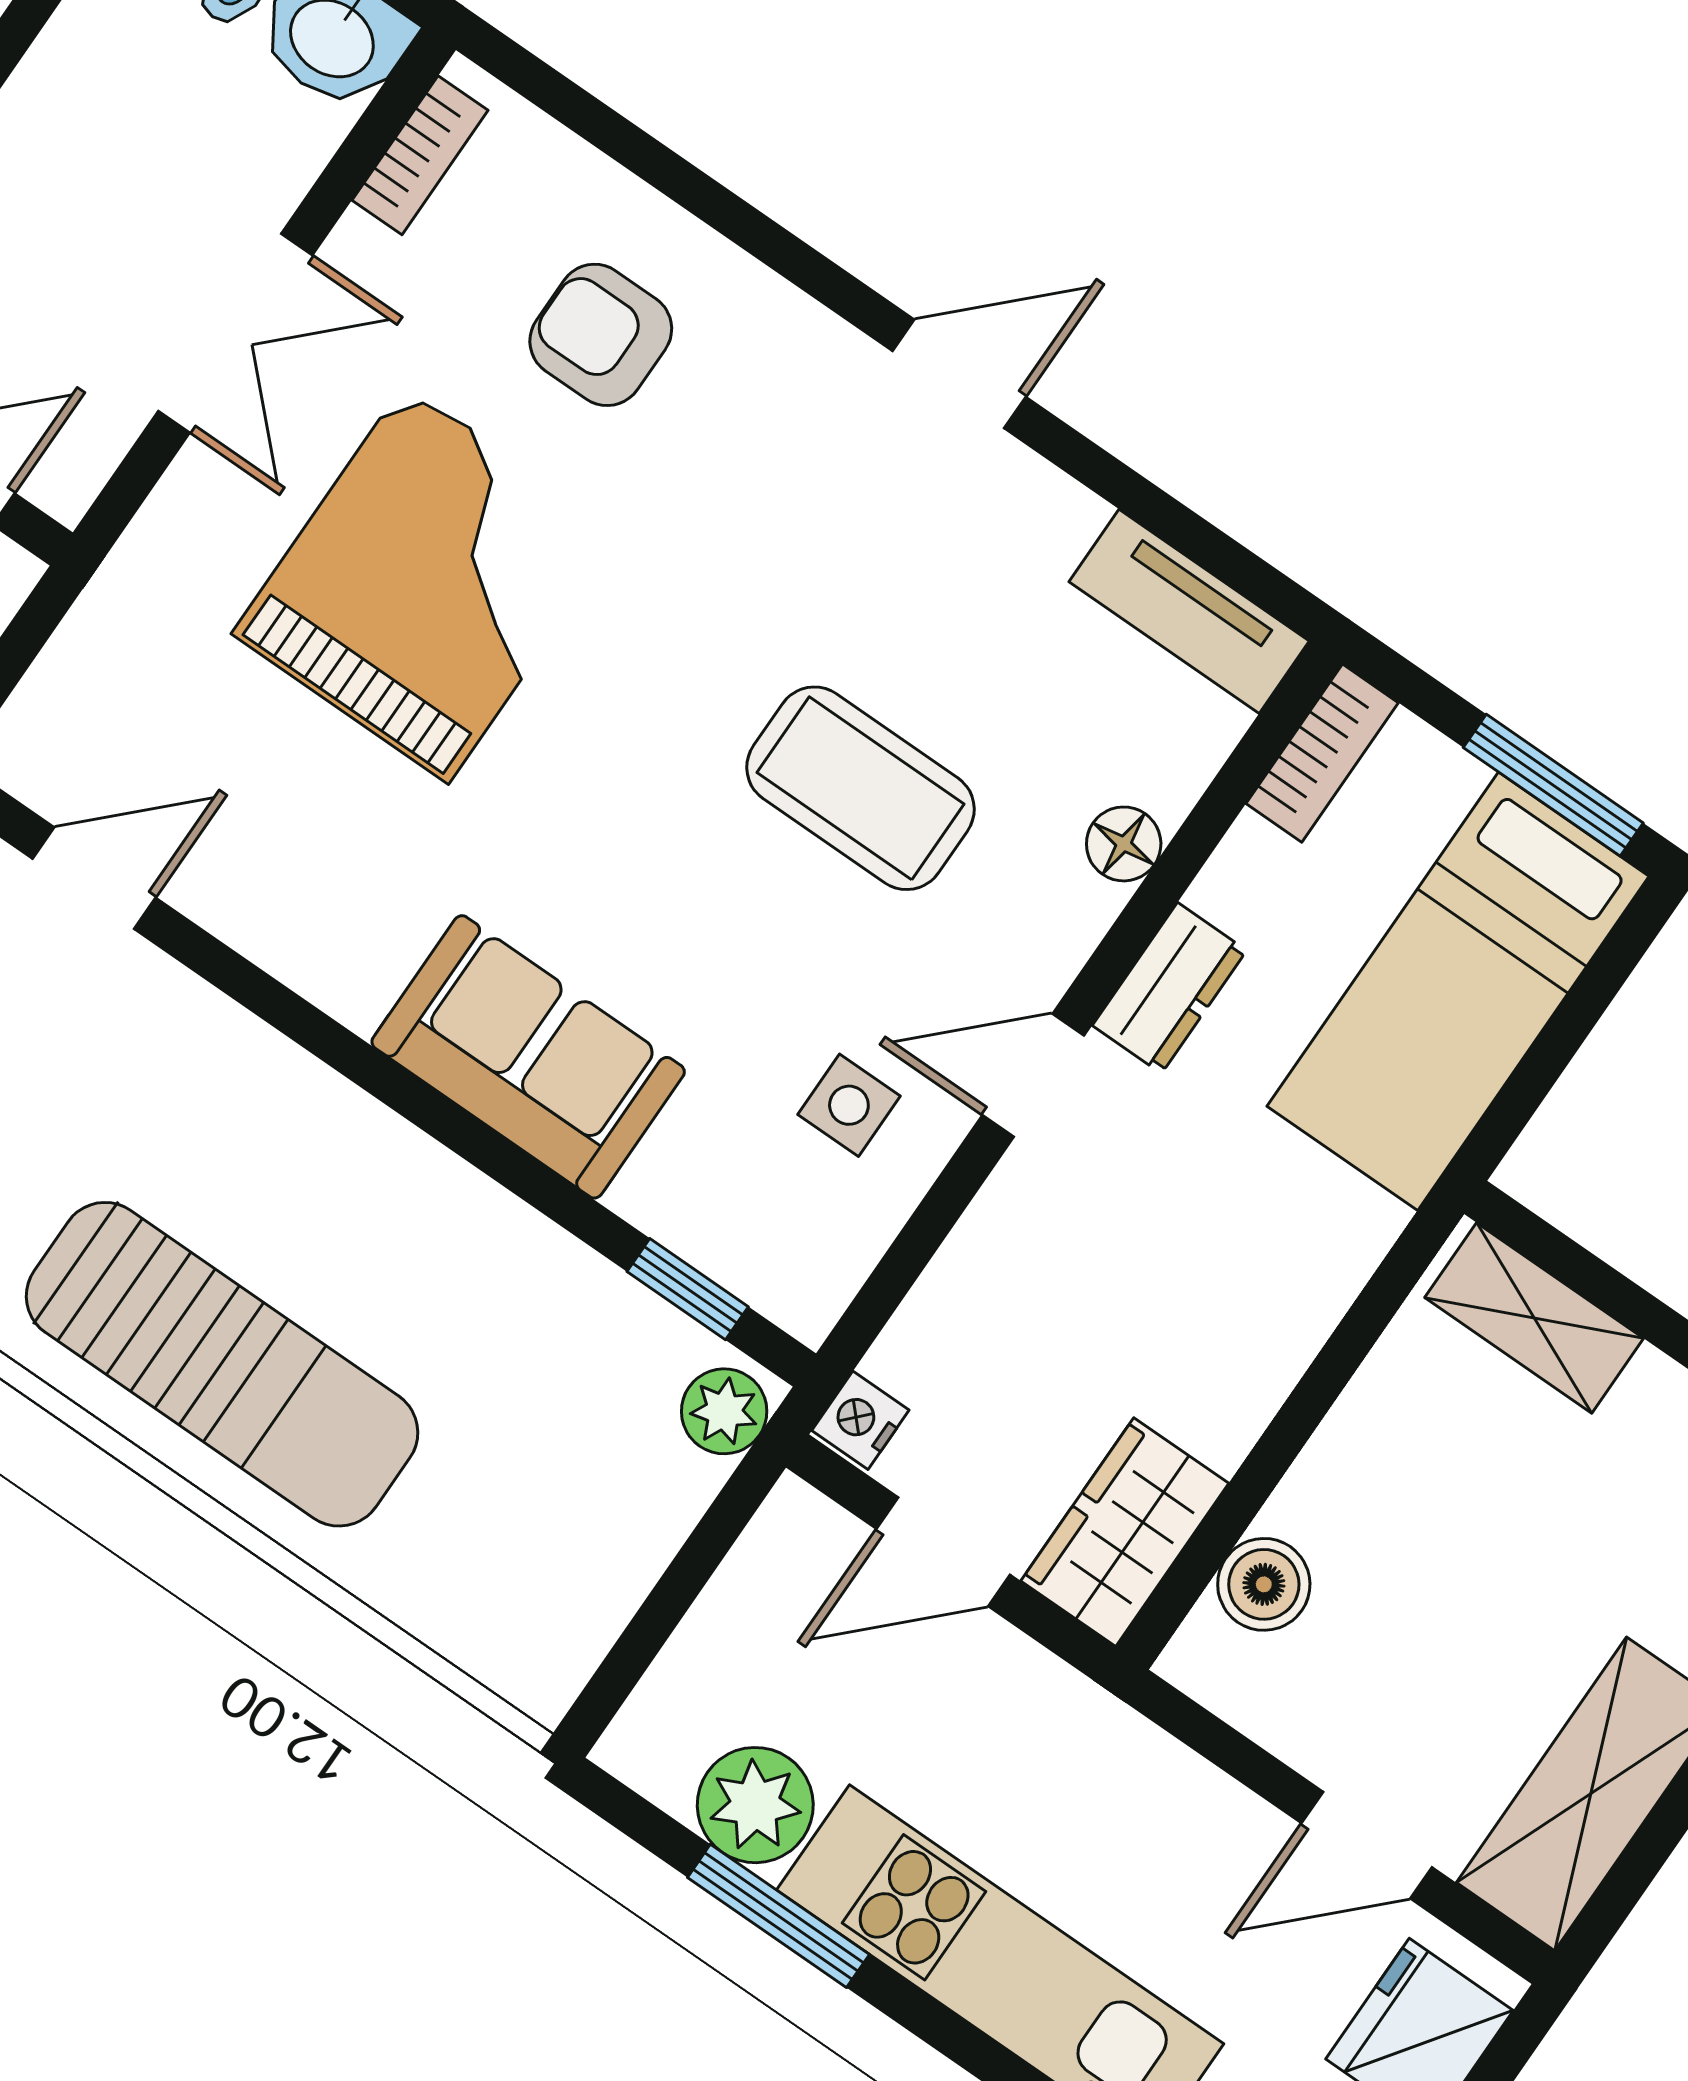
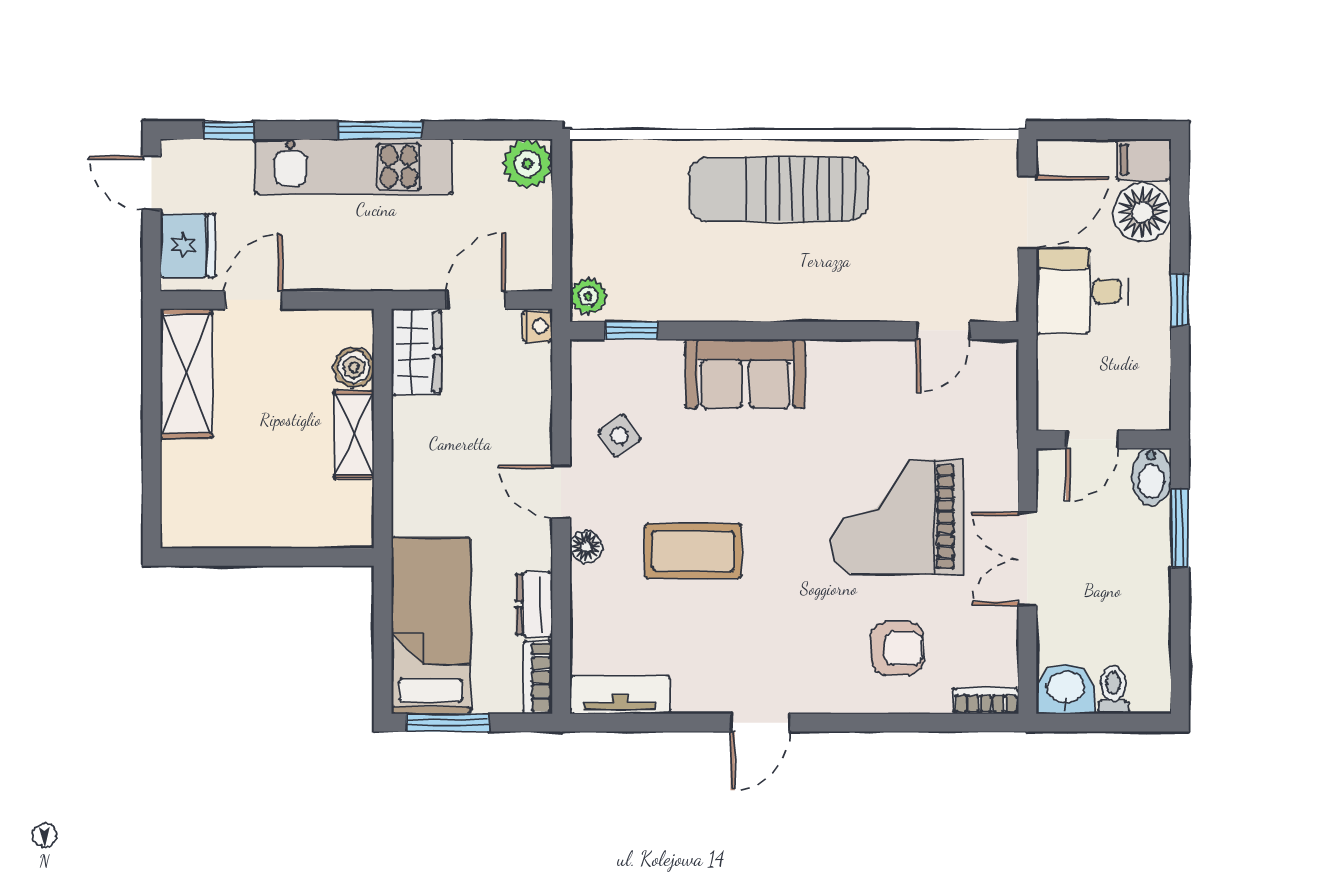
bookcase: (420, 155) -> (986, 701), moved, turned 90
grand piano: (427, 584) -> (898, 517), turned 90
floor lamp: (1124, 844) -> (586, 547), moved
dresser: (1169, 988) -> (534, 604), moved
door: (1033, 1075) -> (561, 491), swing flipped
side table: (849, 1105) -> (619, 436), turned -34
shelving: (1534, 1318) -> (354, 435), moved, turned 90
plant: (755, 1805) -> (527, 164), moved
window: (778, 1916) -> (380, 130), moved

